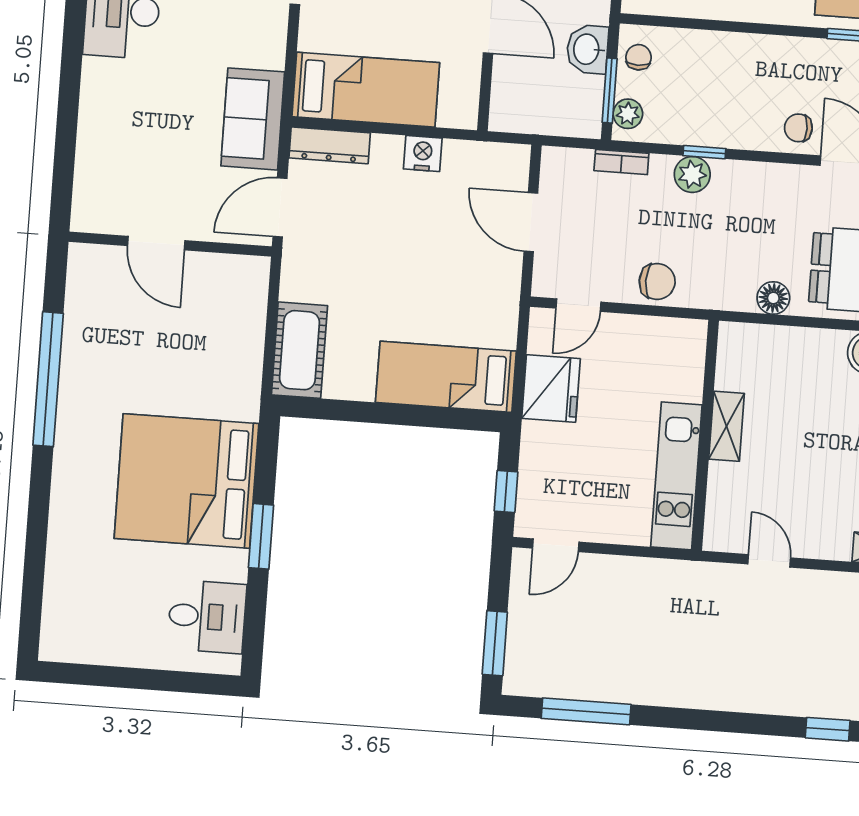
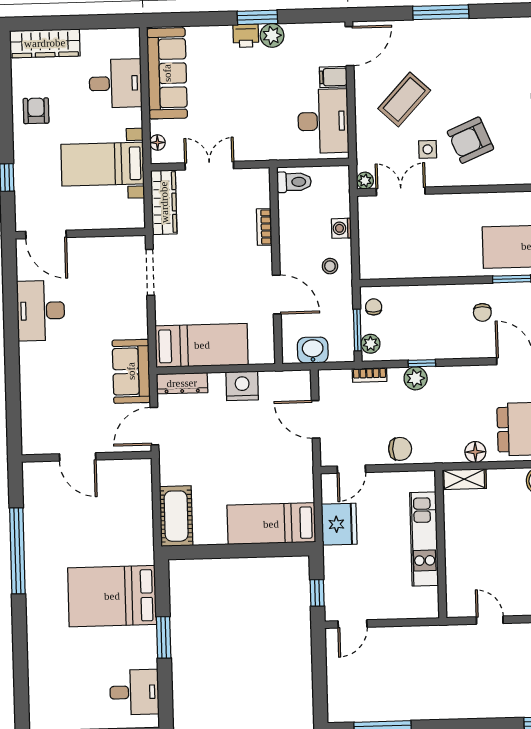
washbasin: (587, 49) -> (313, 350), moved, turned 90
chair: (798, 128) -> (482, 312), moved, turned -90
nightstand: (423, 153) -> (242, 386), width x1.36, depth x1.33
shelving: (726, 426) -> (464, 479), moved, turned 90
kitchen unit: (676, 476) -> (424, 539), moved
bed: (186, 481) -> (112, 596), width x0.73
window: (495, 643) -> (320, 691), removed

